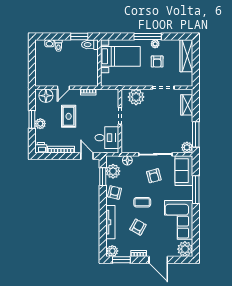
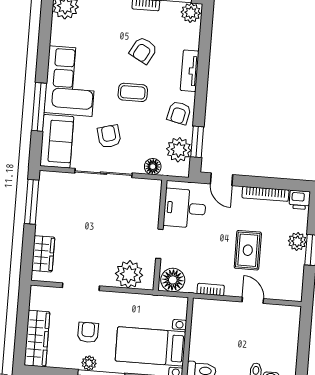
door: (63, 88) -> (253, 300), hinge flipped
floor lamp: (46, 96) -> (173, 280), moved
plant: (187, 147) -> (48, 181), removed
corner sofa: (179, 220) -> (71, 81), moved
tv unit: (110, 222) -> (190, 71), width x0.71

